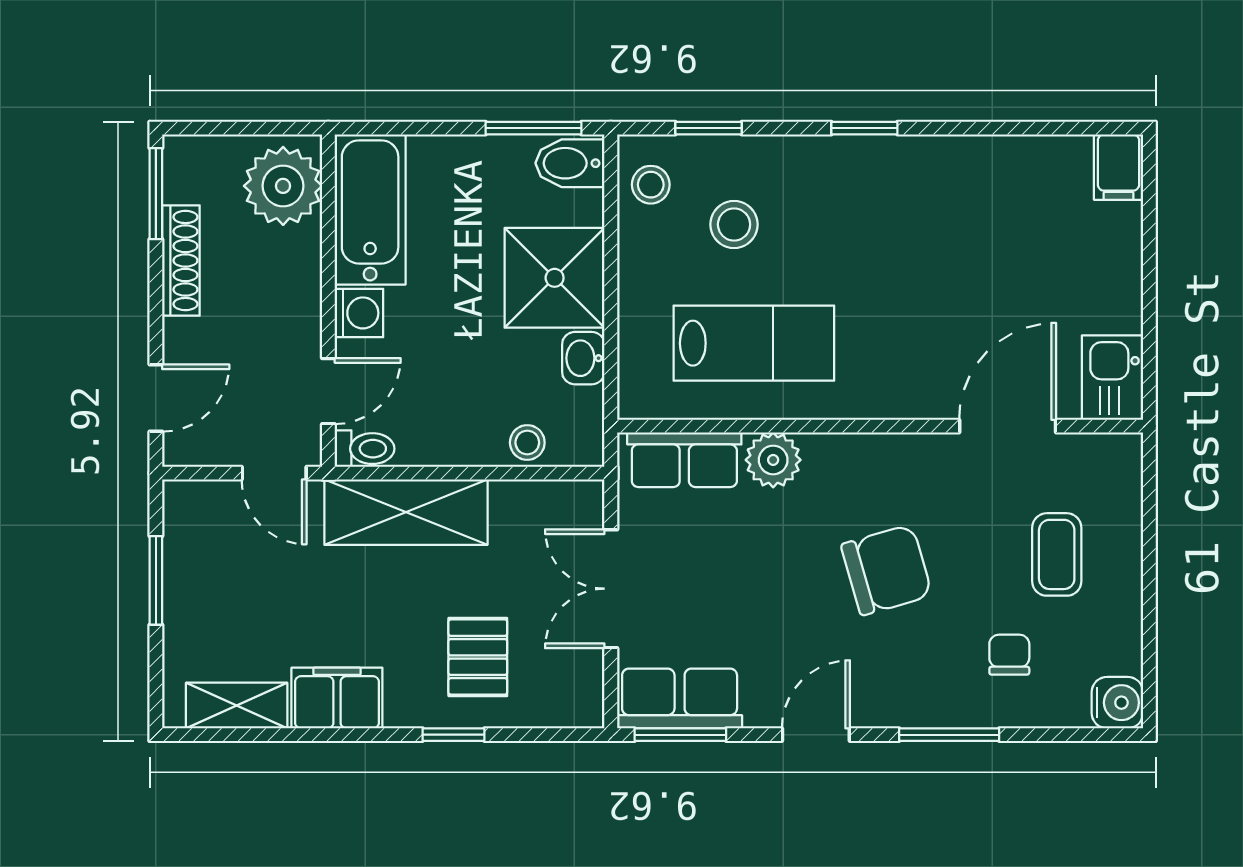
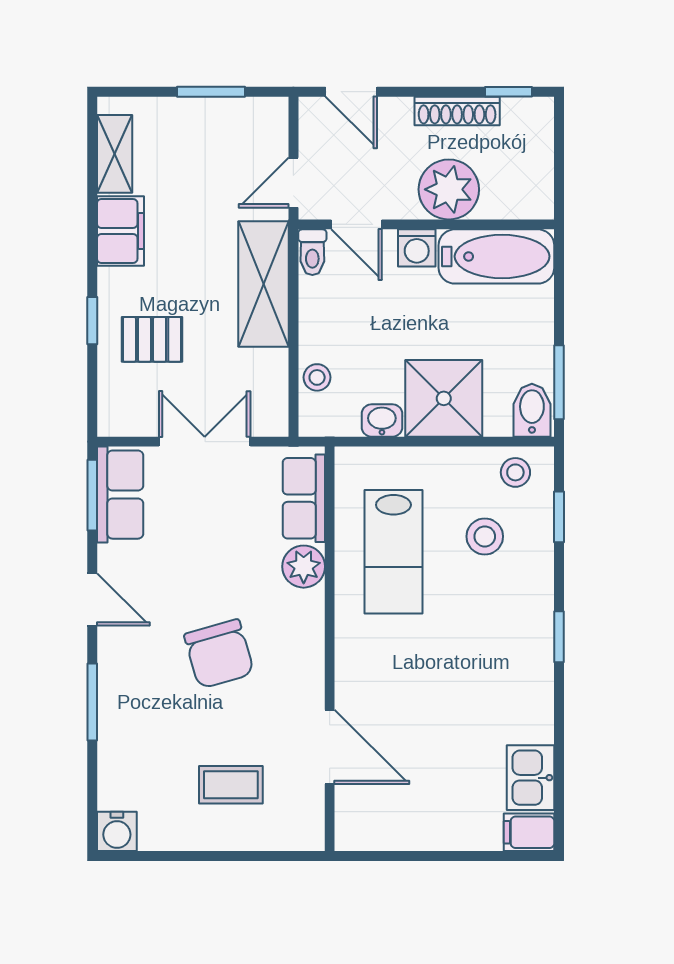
plant: (283, 186) -> (449, 189), moved
window: (156, 194) -> (509, 92), width x0.67
kitchen sink: (1112, 378) -> (531, 778), moved, turned -90
chair: (1009, 655) -> (154, 748), removed

